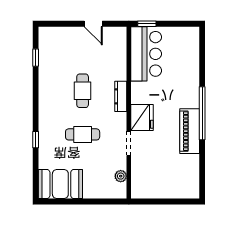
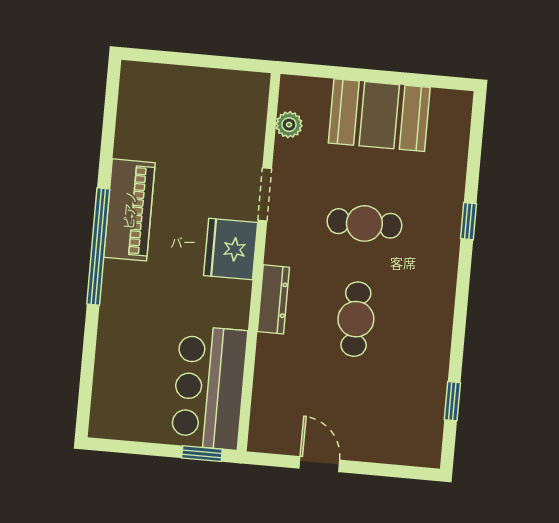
booth: (60, 184) -> (379, 115), moved

